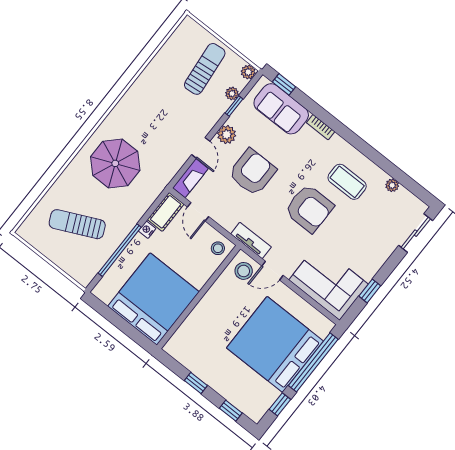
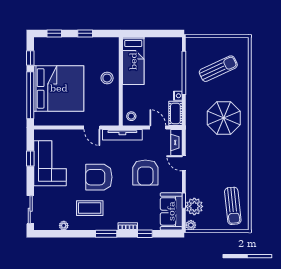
sun lounger: (205, 69) -> (233, 206), moved
window: (284, 84) -> (145, 234), moved
plant: (232, 94) -> (194, 206), width x1.88, depth x1.88
sofa: (281, 109) -> (171, 211), moved, turned -90
plant: (227, 135) -> (176, 182), removed
window: (352, 138) -> (106, 234), added
tv unit: (251, 240) -> (122, 135), width x1.41
stool: (244, 271) -> (107, 78), moved
door: (272, 271) -> (92, 128), swing flipped
corner sofa: (329, 282) -> (50, 163), moved, turned -90
bed: (154, 299) -> (133, 61), width x0.49

